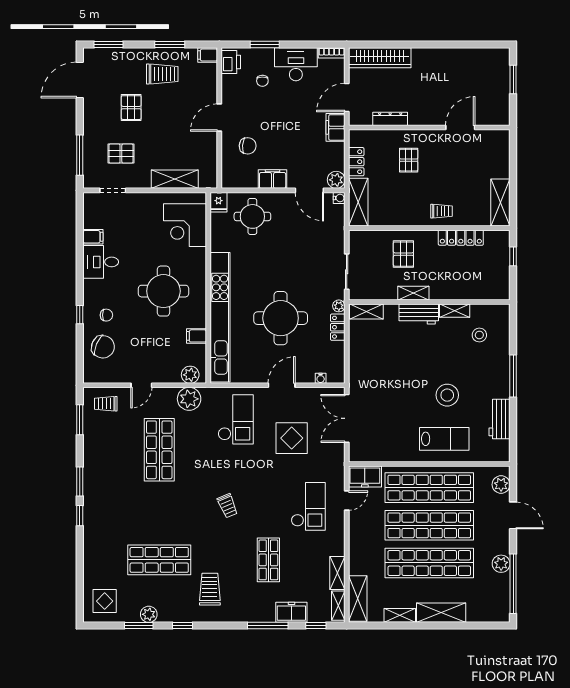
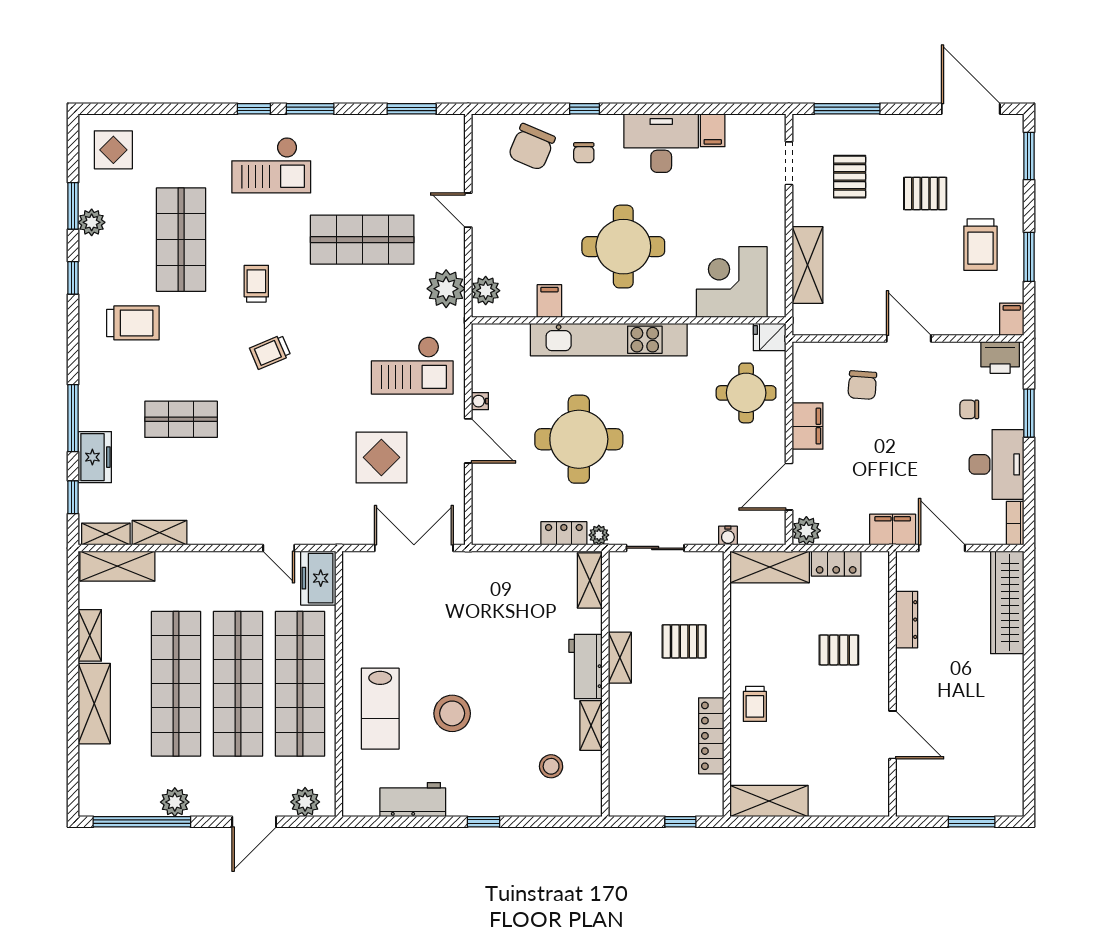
water cooler: (339, 198) -> (728, 536), moved
desk: (101, 262) -> (661, 143), width x1.37
kitchen unit: (220, 317) -> (609, 340), width x0.73
window: (513, 376) -> (484, 822), width x0.46
water cooler: (321, 378) -> (480, 401), moved
trolley: (106, 404) -> (256, 284), moved
checkout: (308, 506) -> (271, 165), moved

